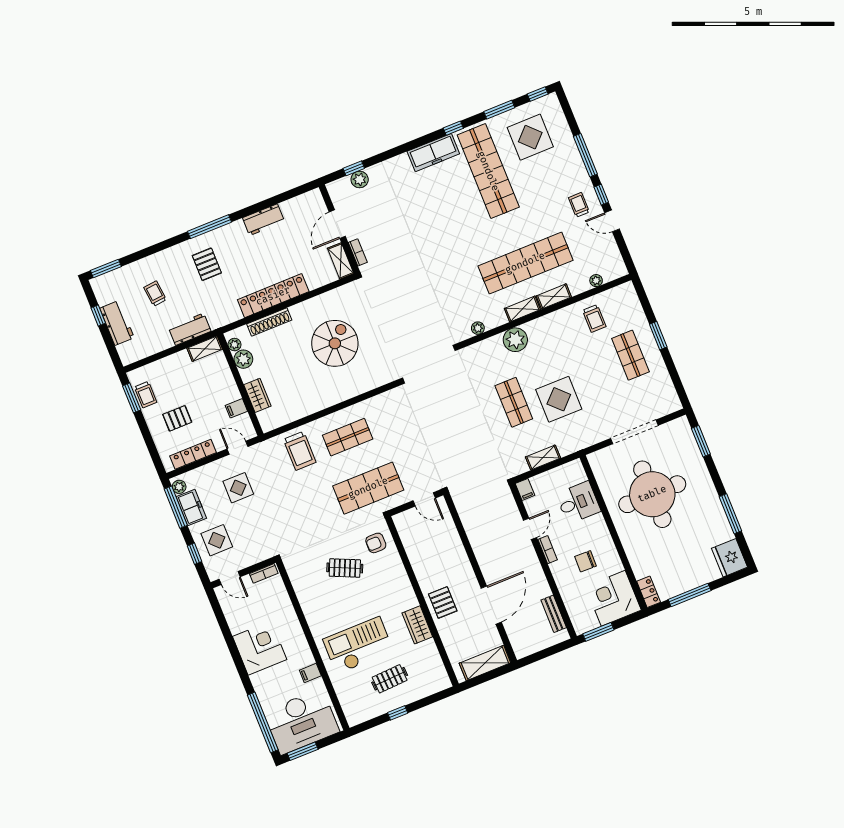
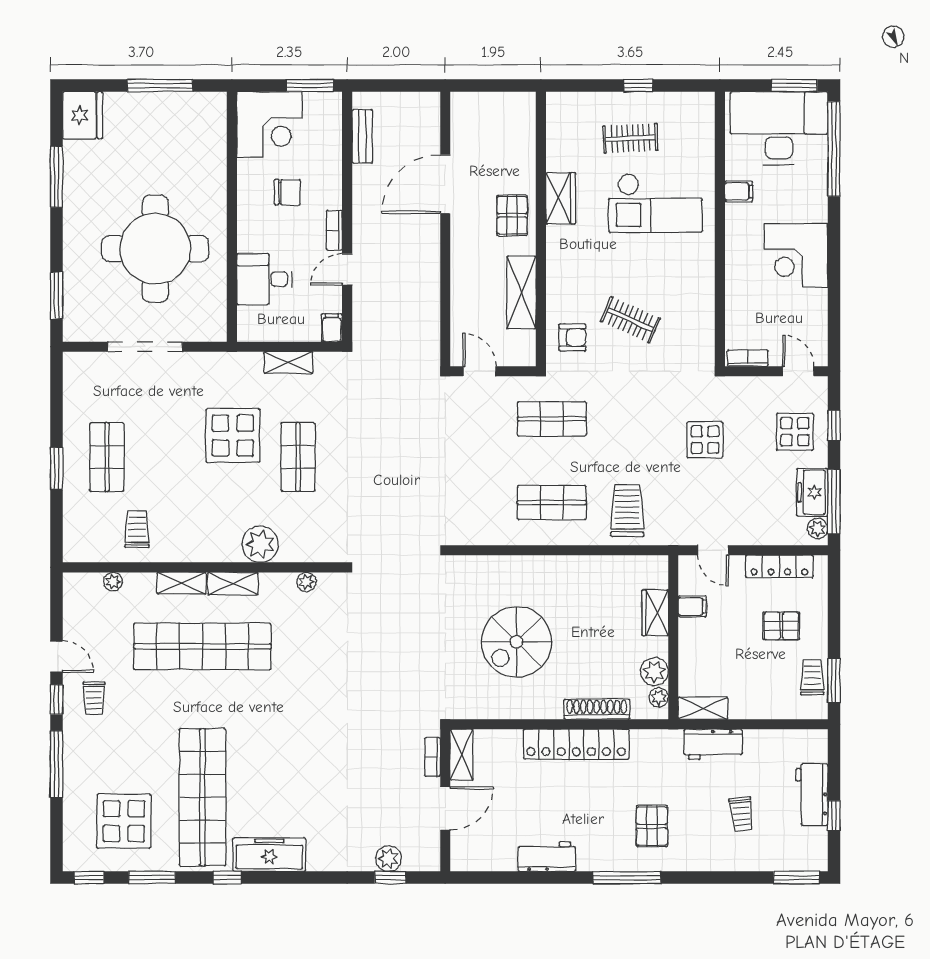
display table: (238, 488) -> (705, 440), moved
shop shelf: (368, 488) -> (552, 419), width x0.70, depth x0.74
locker: (649, 592) -> (216, 113), removed
shelving: (485, 663) -> (521, 292), moved, turned 90

